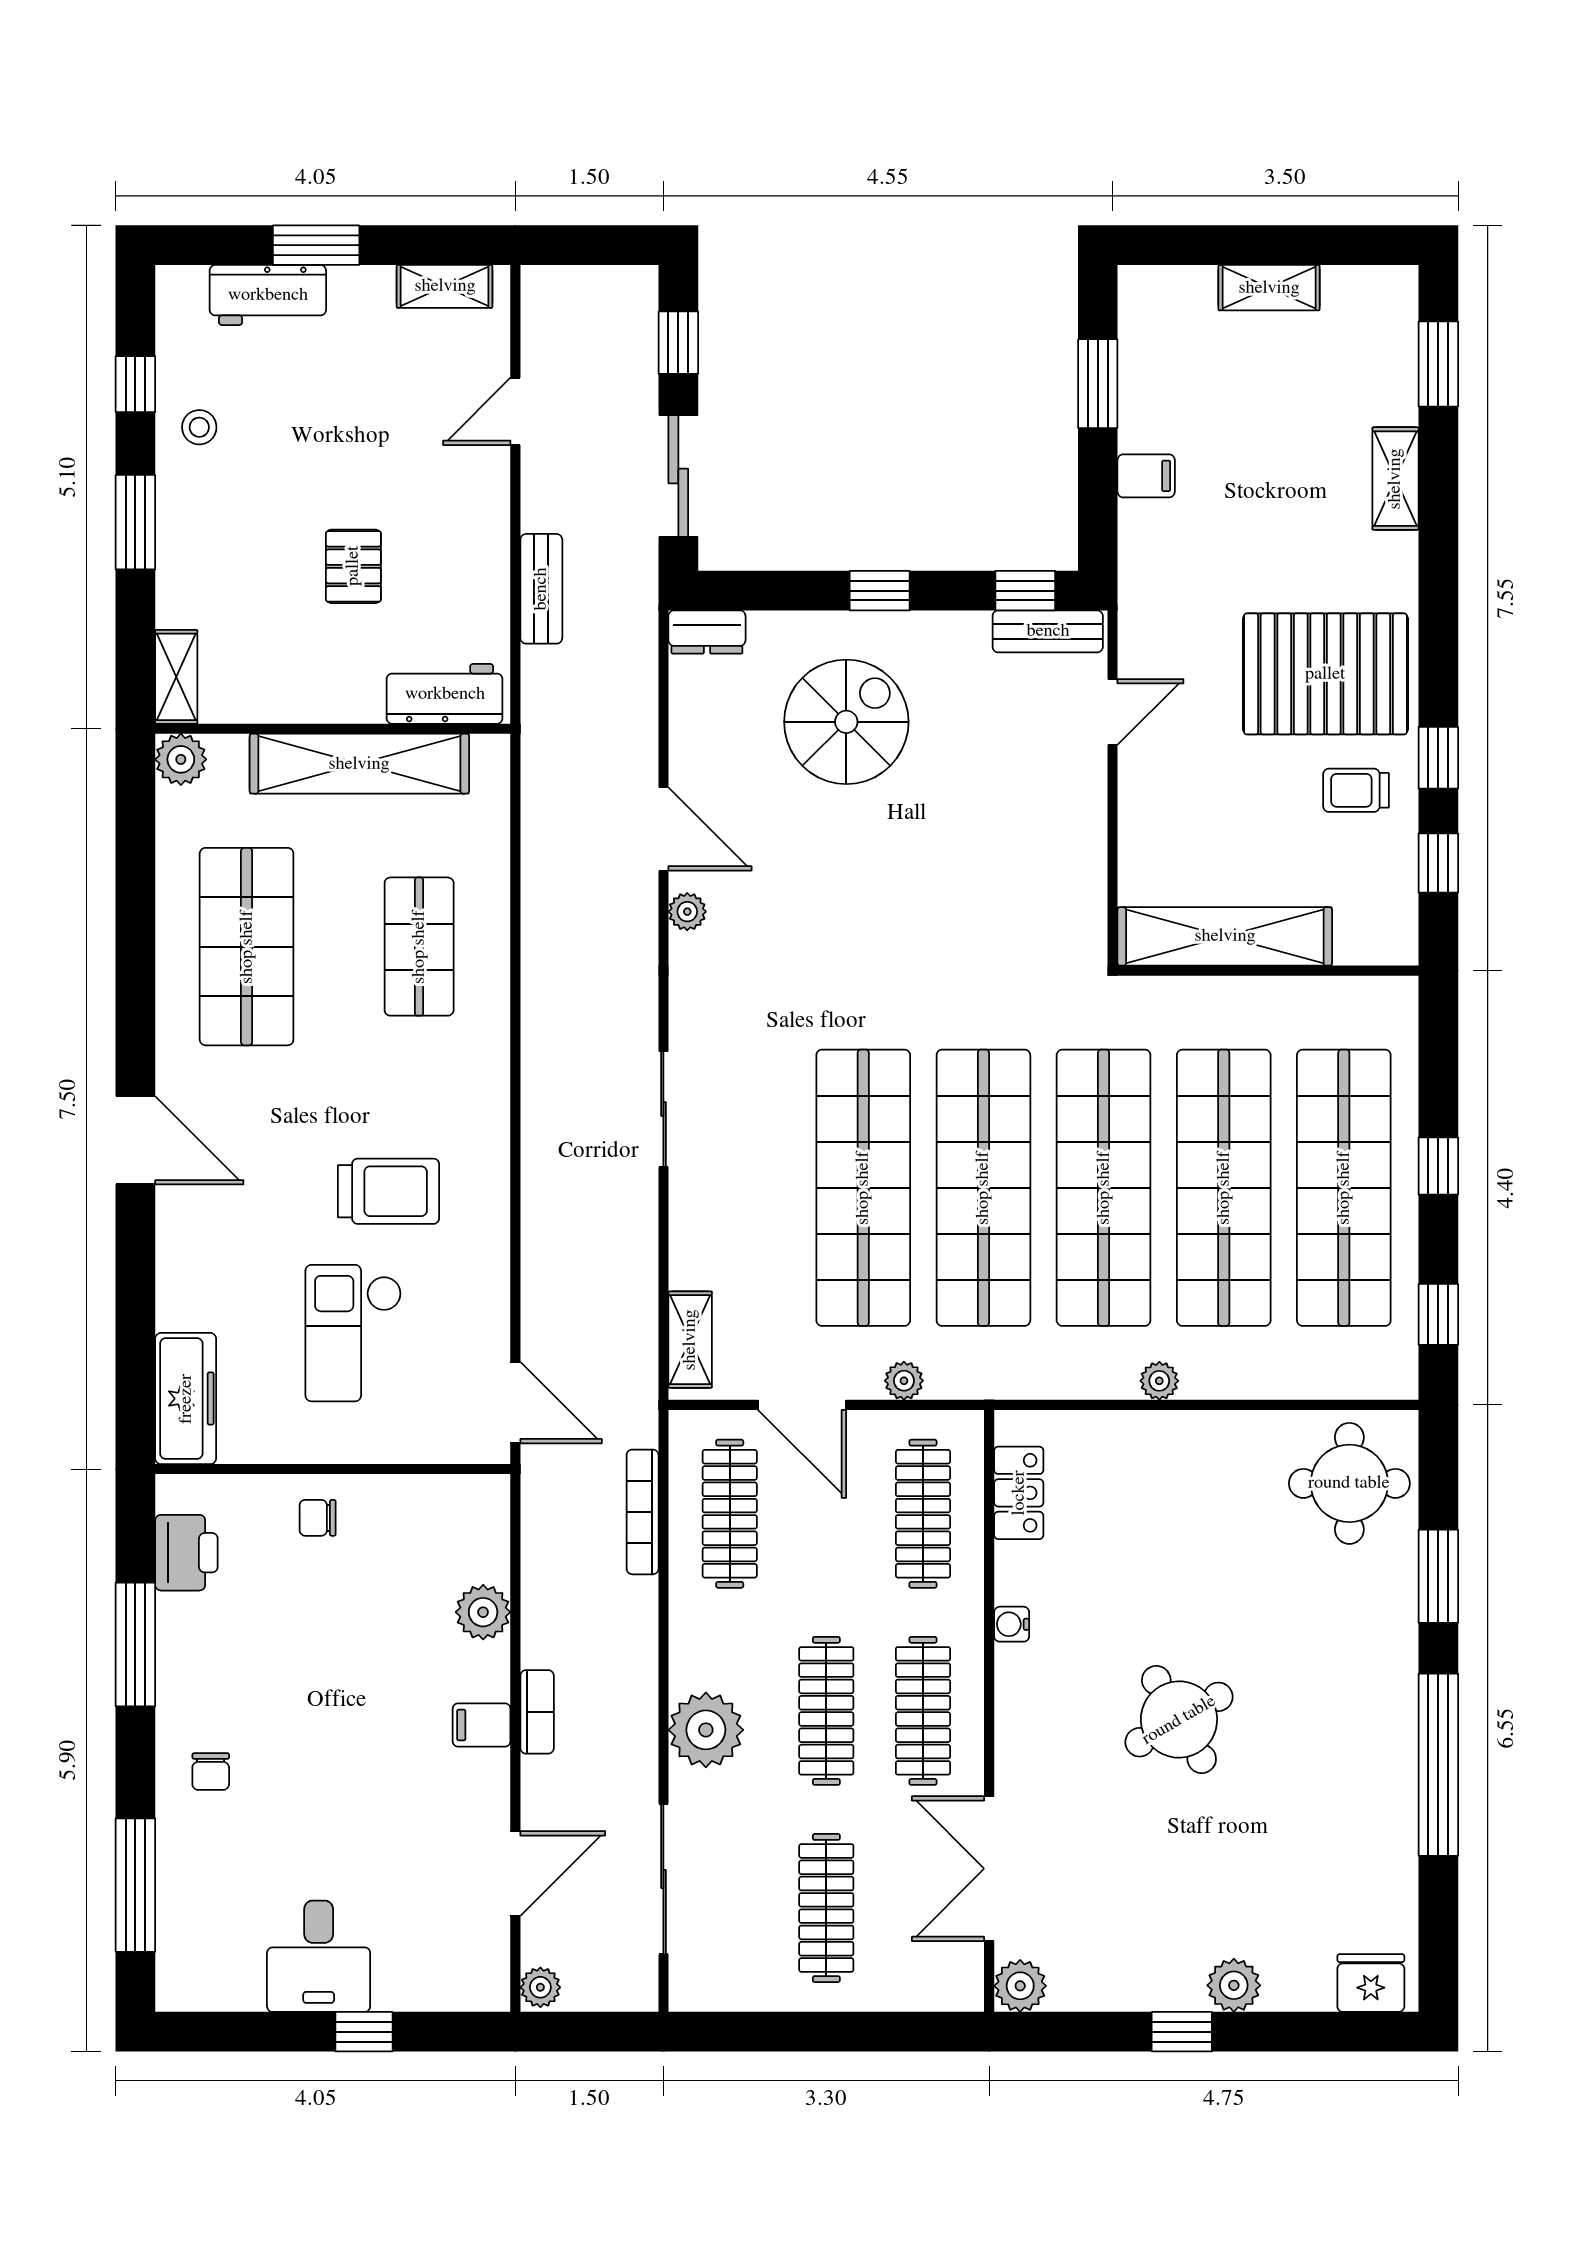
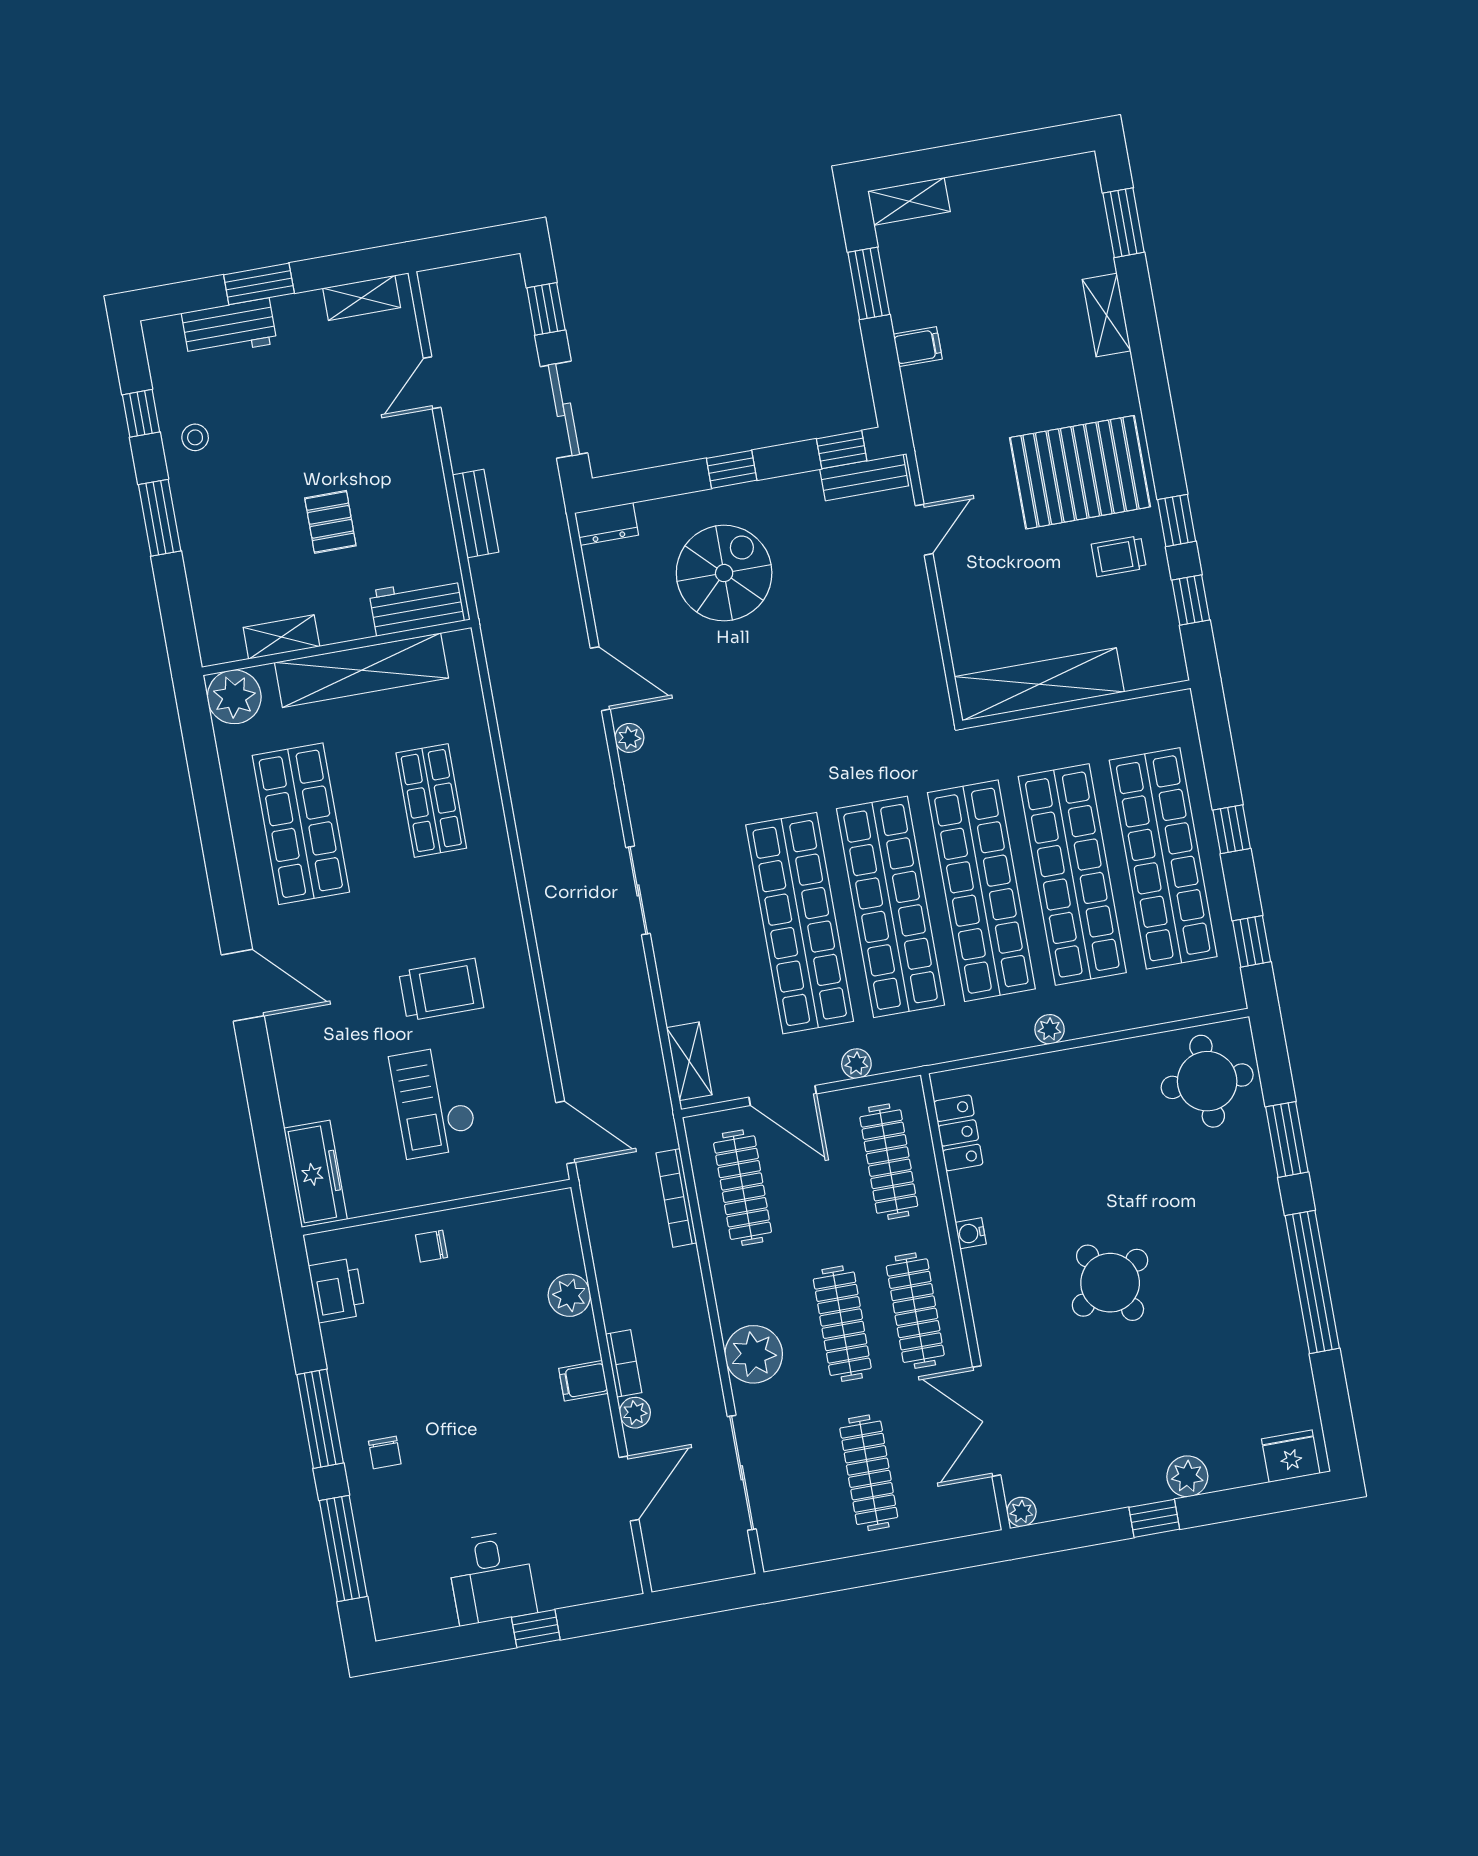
shelving: (1269, 288) -> (909, 201), moved
shelving: (176, 677) -> (281, 637), moved, turned 90
plant: (181, 759) -> (234, 697), width x1.36, depth x1.36
window: (135, 1644) -> (320, 1419), moved
plant: (1020, 1986) -> (1021, 1512), width x0.73, depth x0.73
plant: (540, 1987) -> (635, 1413), moved

